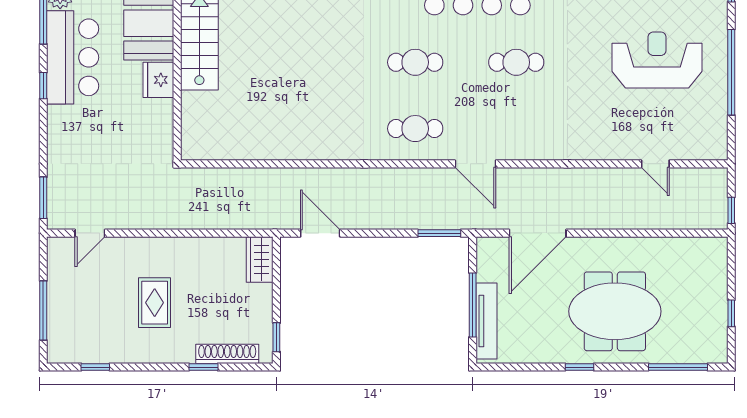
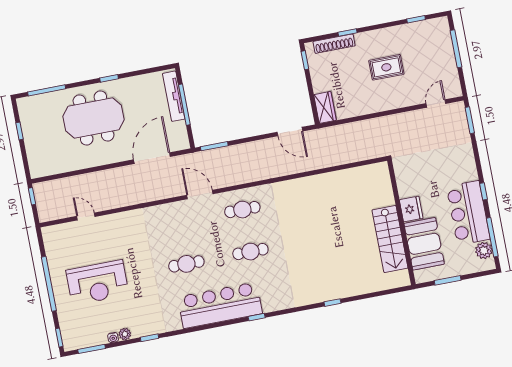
rug: (155, 303) -> (386, 67), turned 90

